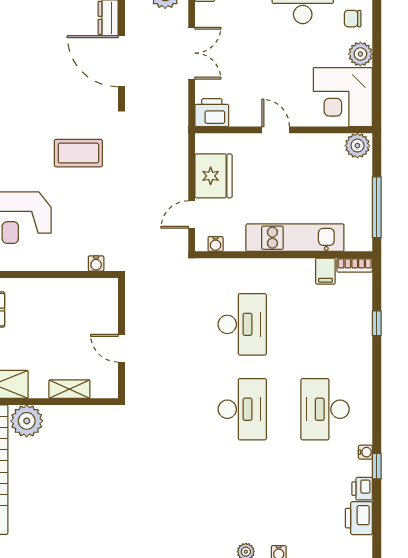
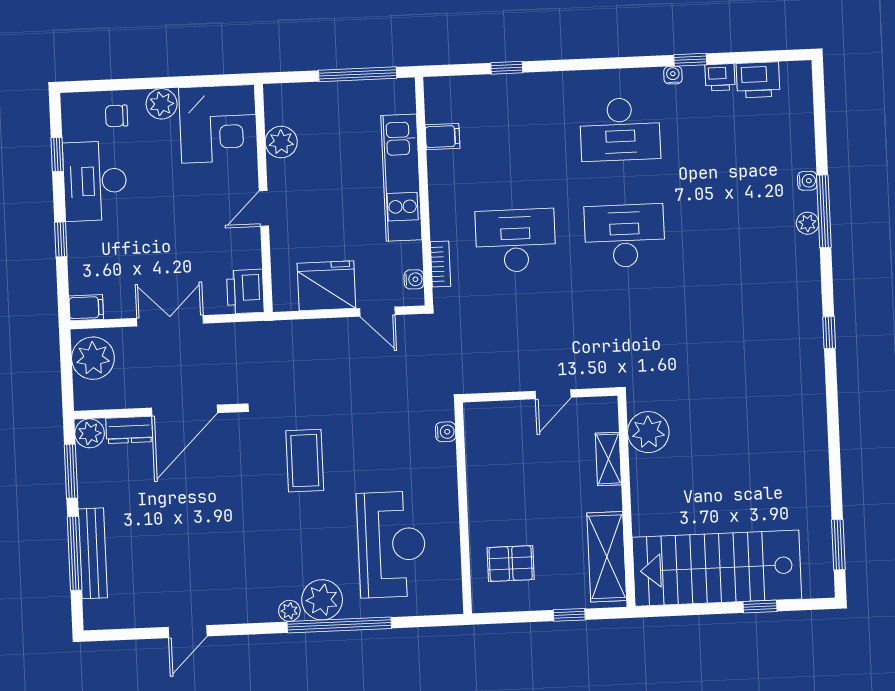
chair: (353, 19) -> (117, 116), turned 90
plant: (357, 146) -> (281, 142), moved
bookcase: (355, 265) -> (440, 264), moved
plant: (27, 421) -> (648, 432), moved

